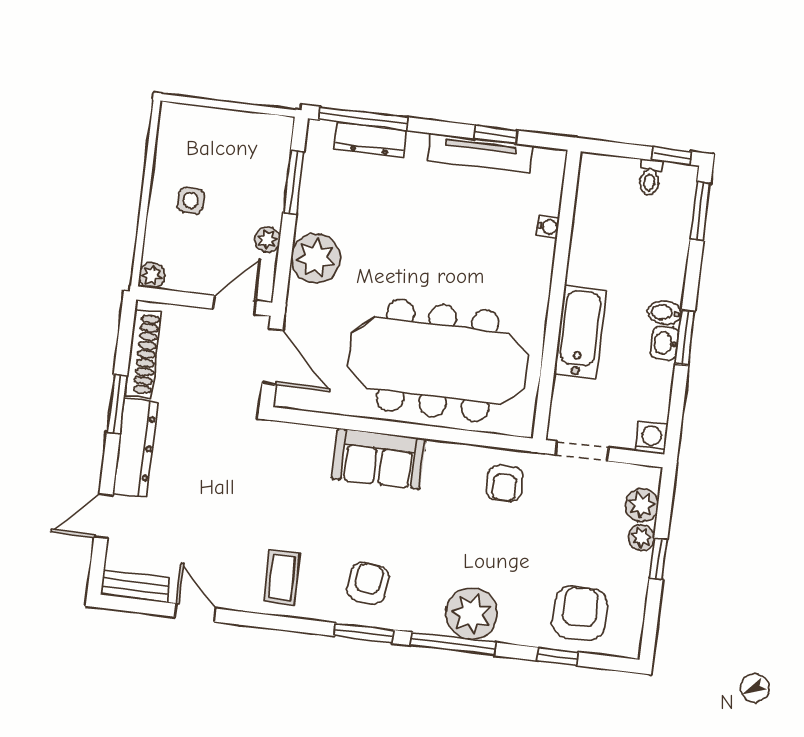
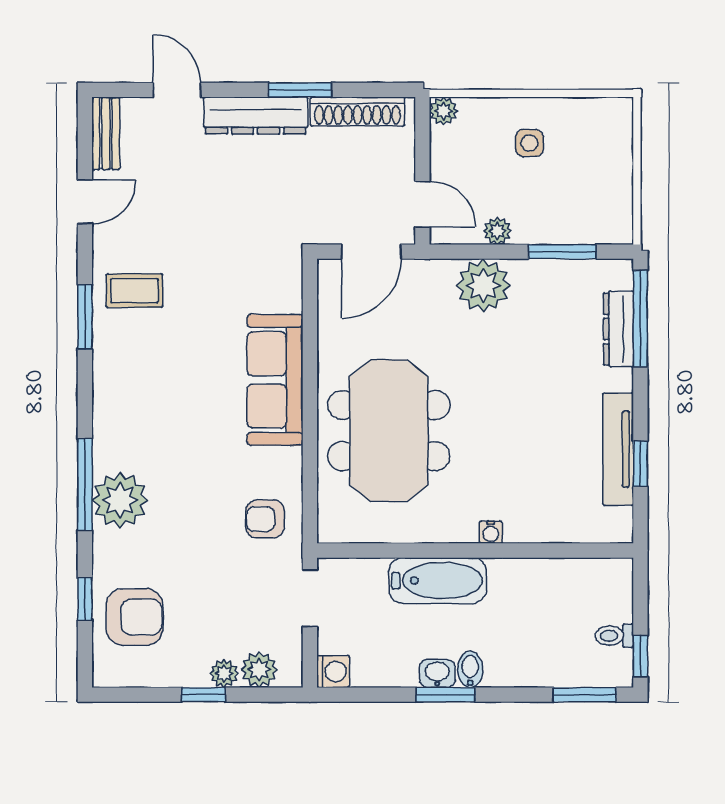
water cooler: (548, 227) -> (491, 532), moved
meeting table: (438, 361) -> (389, 431), width x0.73
sofa: (379, 459) -> (275, 380), width x1.36
armchair: (368, 583) -> (139, 384), removed
window: (364, 633) -> (85, 317), moved

